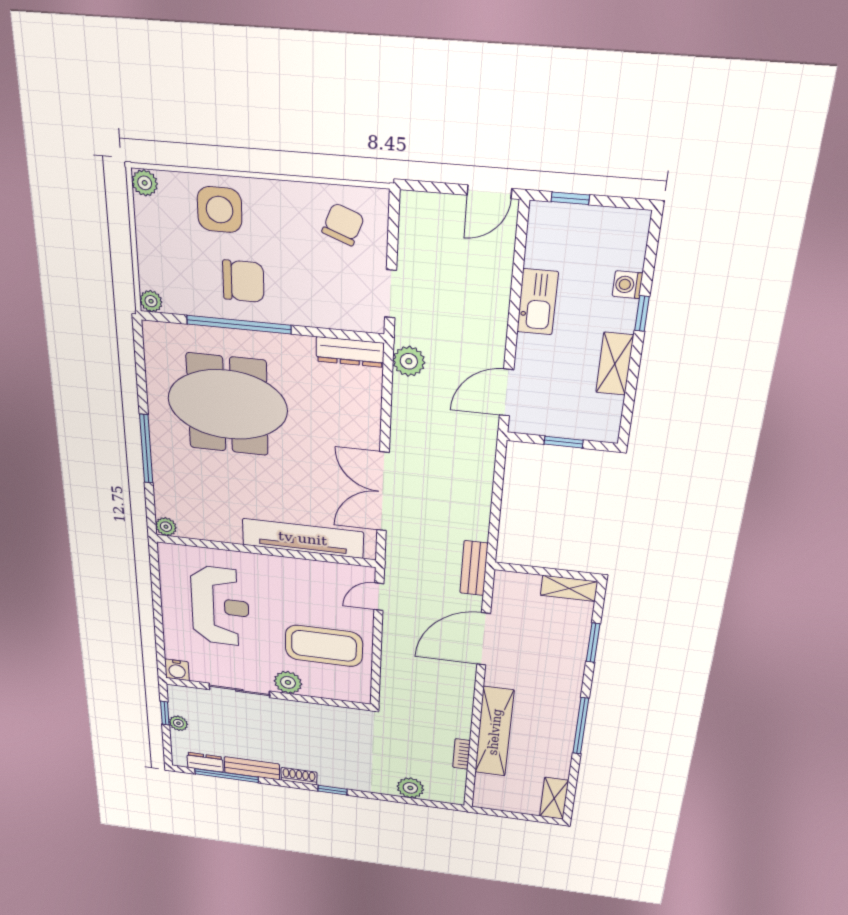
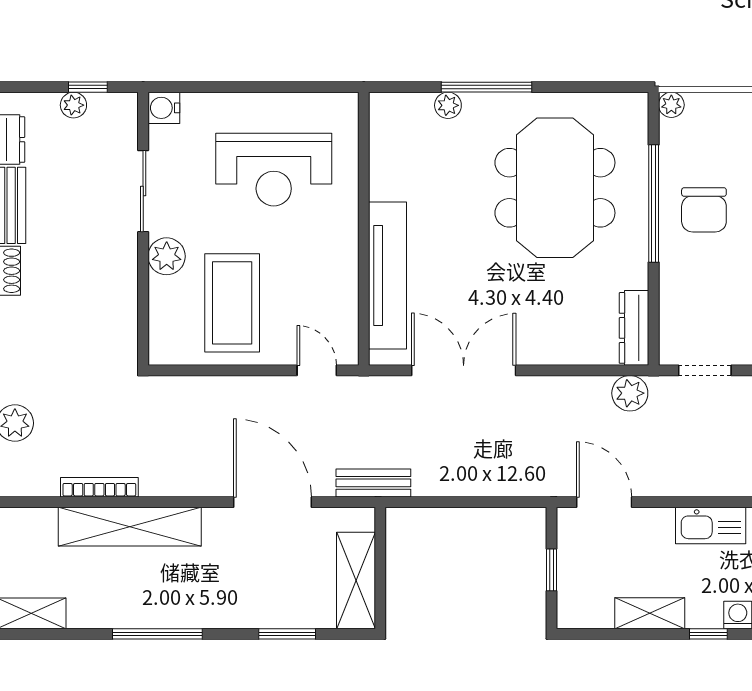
plant: (166, 527) -> (448, 105), moved
shelving: (569, 588) -> (356, 581), width x1.50, depth x1.33
bookcase: (461, 754) -> (99, 487), width x1.56

